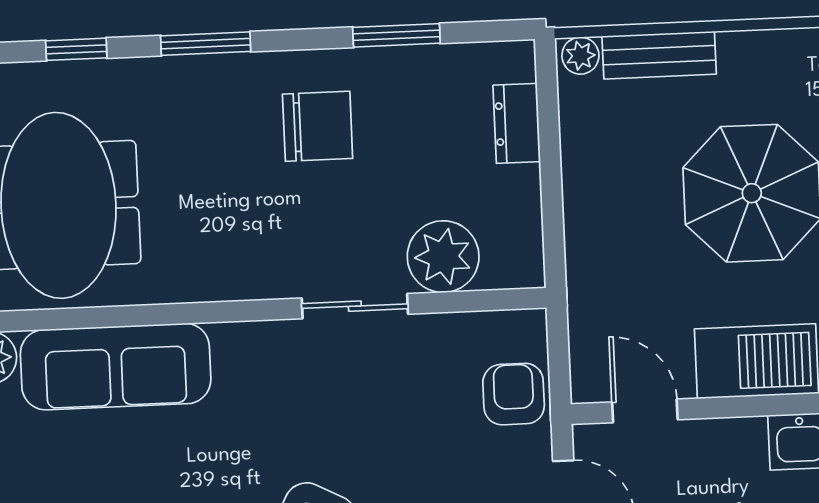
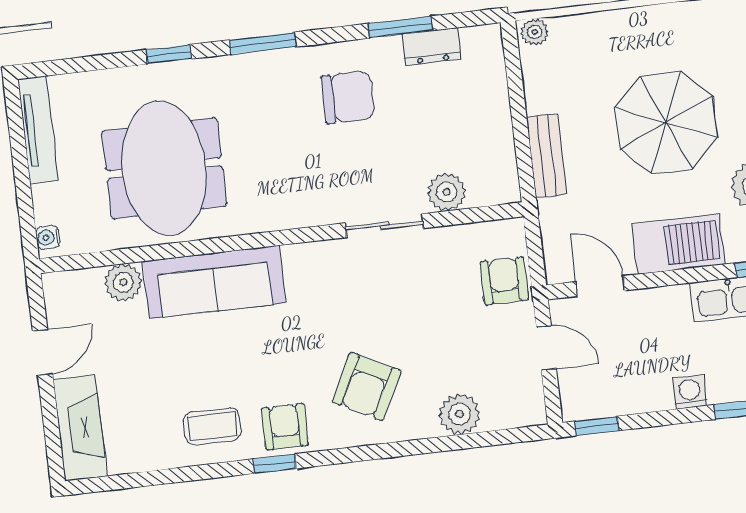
bench: (659, 55) -> (547, 156), moved, turned 90
dresser: (517, 123) -> (432, 47), moved, turned -90
plant: (443, 257) -> (447, 192), width x0.73, depth x0.73

